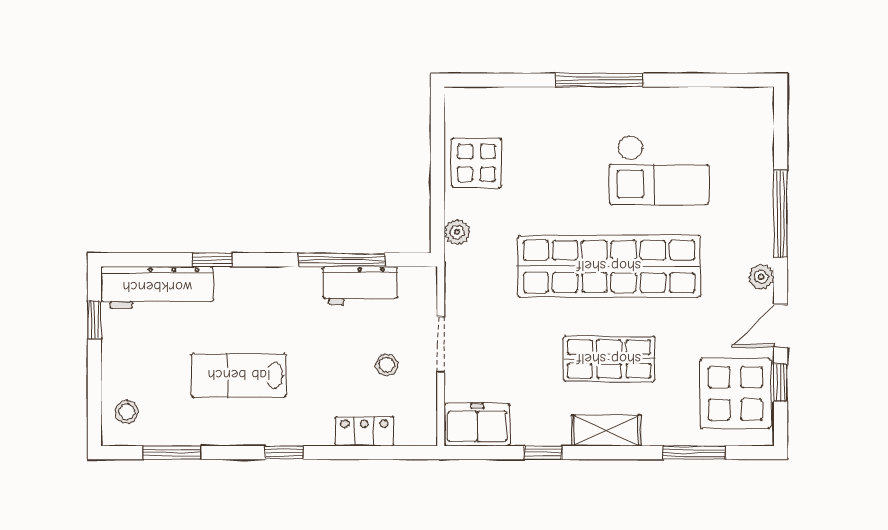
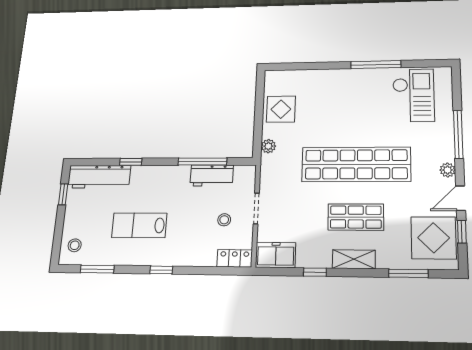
window: (600, 80) -> (376, 65), moved
checkout: (659, 170) -> (413, 95), moved, turned -90
locker: (364, 431) -> (235, 258), moved

